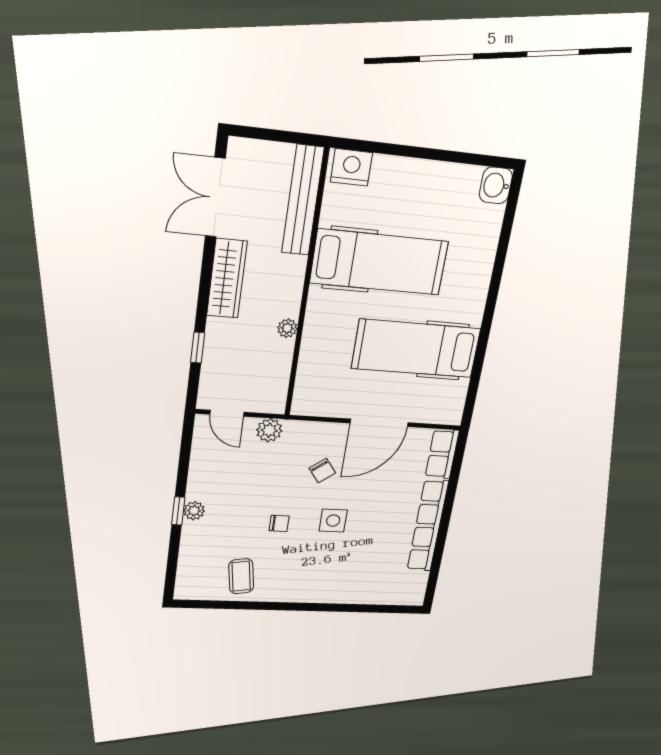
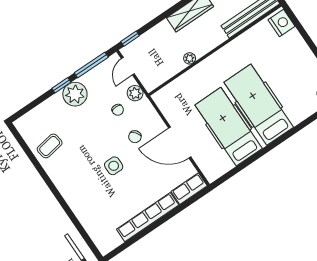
hospital bed: (379, 262) -> (259, 105), moved, turned 180
window: (198, 348) -> (130, 39), moved
window: (185, 457) -> (91, 65), added
plant: (194, 511) -> (75, 94), width x1.87, depth x1.87
chair: (279, 523) -> (118, 110), moved

